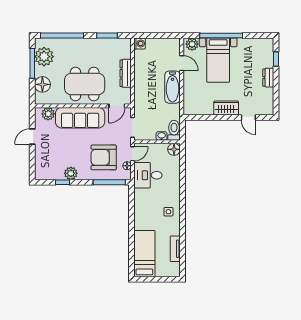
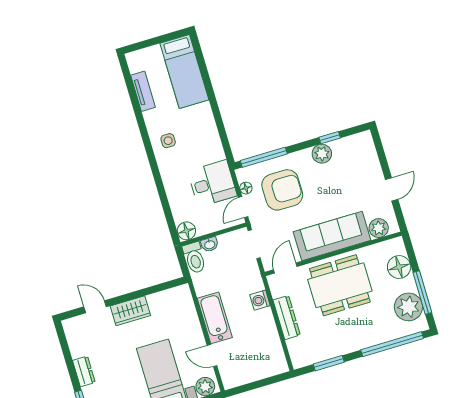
washing machine: (140, 44) -> (260, 300), moved

